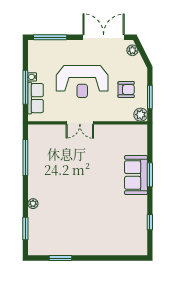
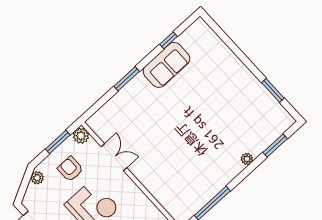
plant: (132, 50) -> (37, 178), moved
double door: (80, 123) -> (114, 157), moved
sofa: (136, 175) -> (166, 65), moved

